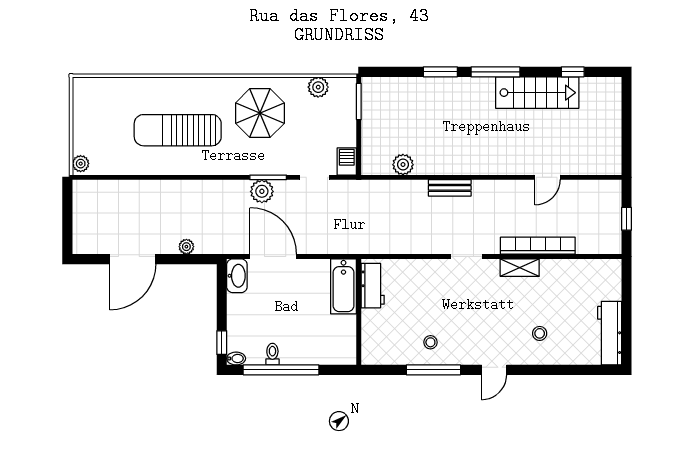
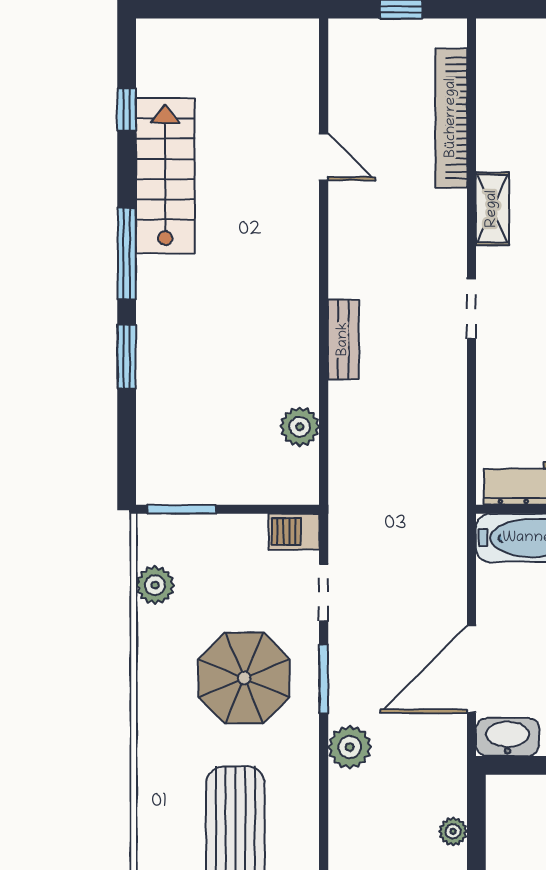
parasol: (260, 113) -> (244, 678), moved
plant: (262, 191) -> (350, 747), moved
bookcase: (538, 246) -> (451, 118), moved

